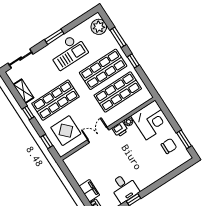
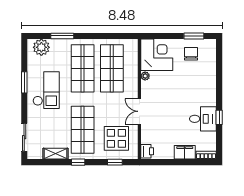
window: (54, 37) -> (24, 82), moved
window: (133, 61) -> (93, 36), removed
printer: (120, 129) -> (147, 151), moved

